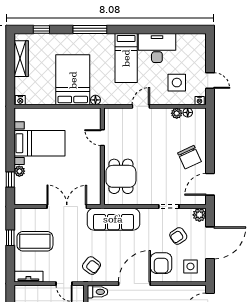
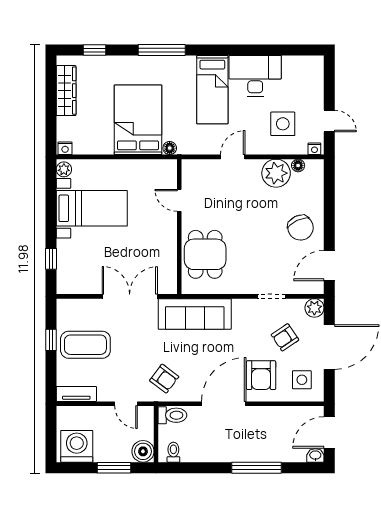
plant: (177, 113) -> (276, 173), width x1.87, depth x1.87
plant: (19, 171) -> (64, 169), moved

